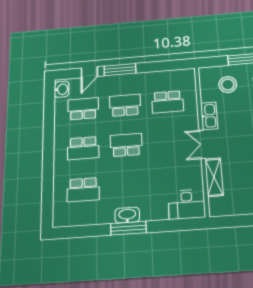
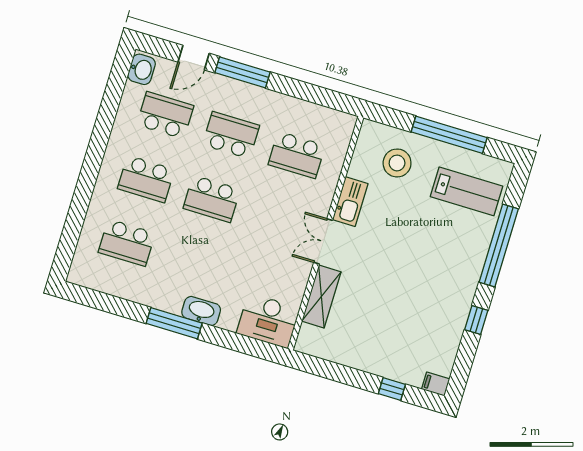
school desk: (126, 145) -> (212, 199), turned 180
washbasin: (127, 215) -> (201, 311), moved

